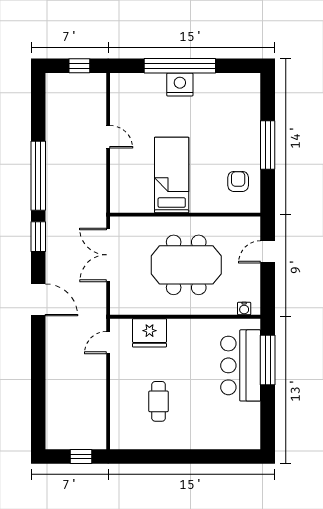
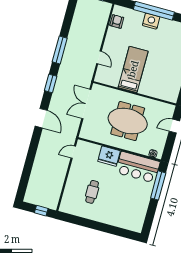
door: (108, 137) -> (99, 57), moved
window: (38, 176) -> (60, 50), width x0.68
armchair: (238, 181) -> (117, 21), moved
fridge: (149, 333) -> (109, 156), moved
bar counter: (241, 365) -> (138, 167), moved, turned -90

